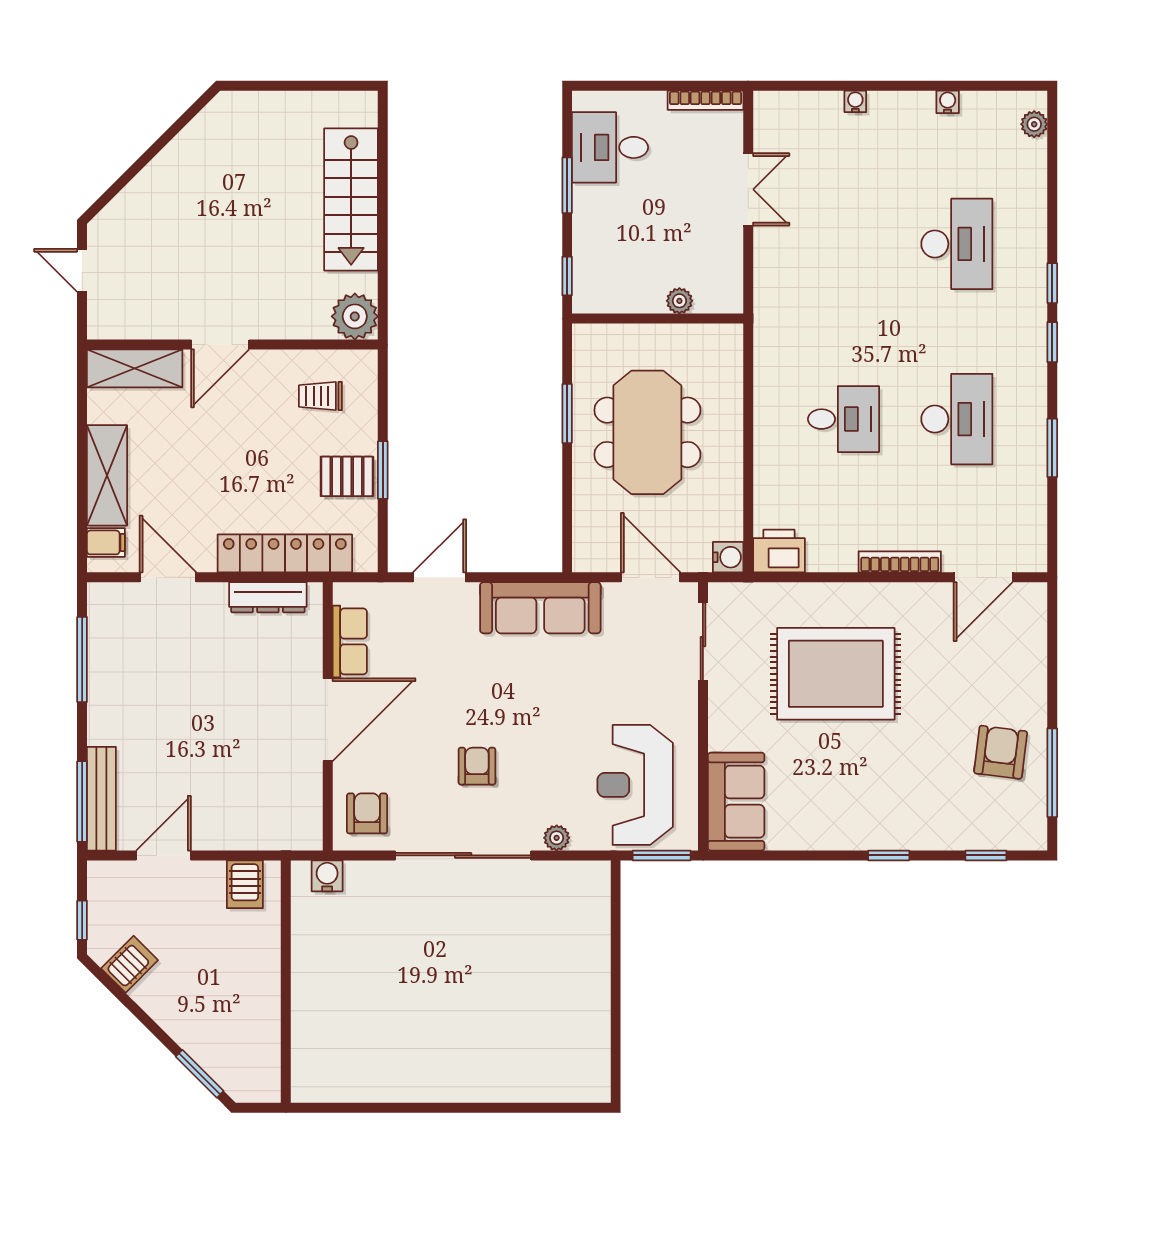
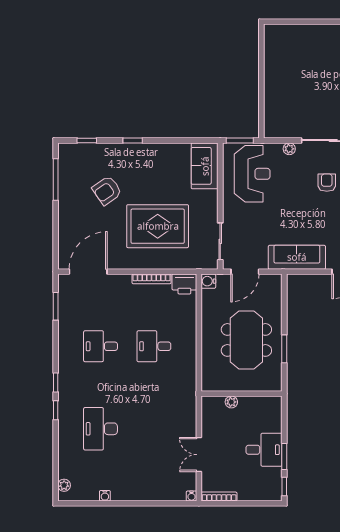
water cooler: (855, 101) -> (191, 496), moved
desk: (610, 147) -> (264, 450), moved
window: (567, 276) -> (284, 487), moved
desk: (957, 419) -> (101, 346), width x0.73
window: (1052, 448) -> (56, 306), moved
bookcase: (900, 562) -> (152, 279), moved
door: (651, 577) -> (245, 272), hinge flipped
door: (983, 577) -> (88, 272), width x1.36
armchair: (1001, 752) -> (107, 190), moved, turned 48
armchair: (477, 766) -> (327, 183), turned 180

